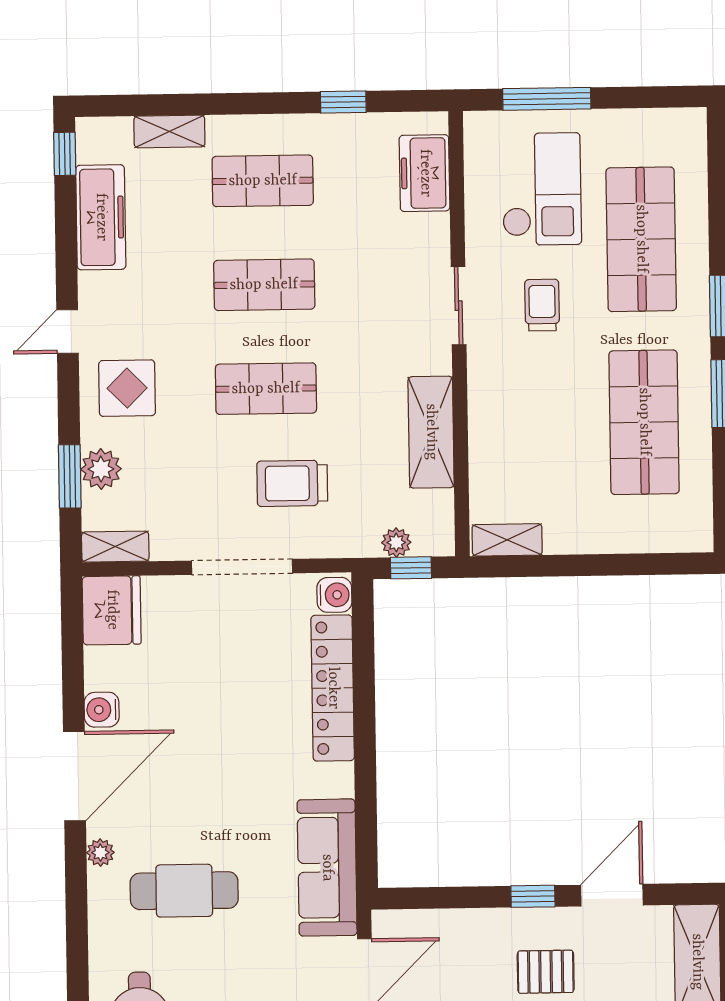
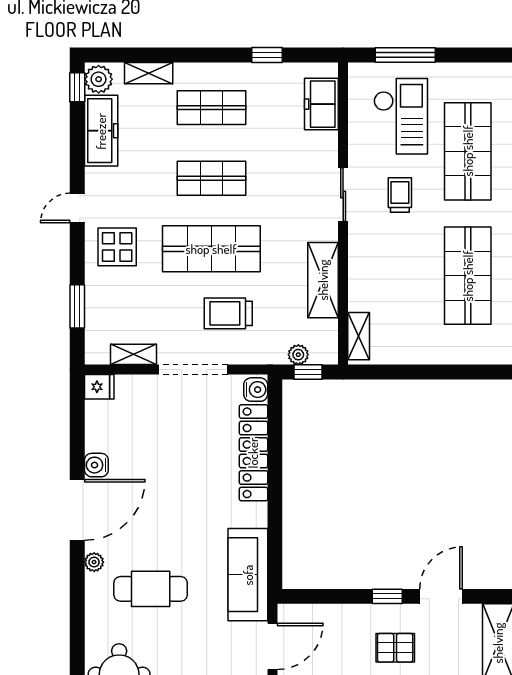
shop shelf: (266, 389) -> (211, 249), width x1.43, depth x1.36
plant: (101, 469) -> (99, 79), moved
shelving: (507, 540) -> (359, 336), moved, turned 90
shelving: (115, 547) -> (134, 354), moved
fridge: (112, 610) -> (99, 387), width x0.53, depth x0.75

